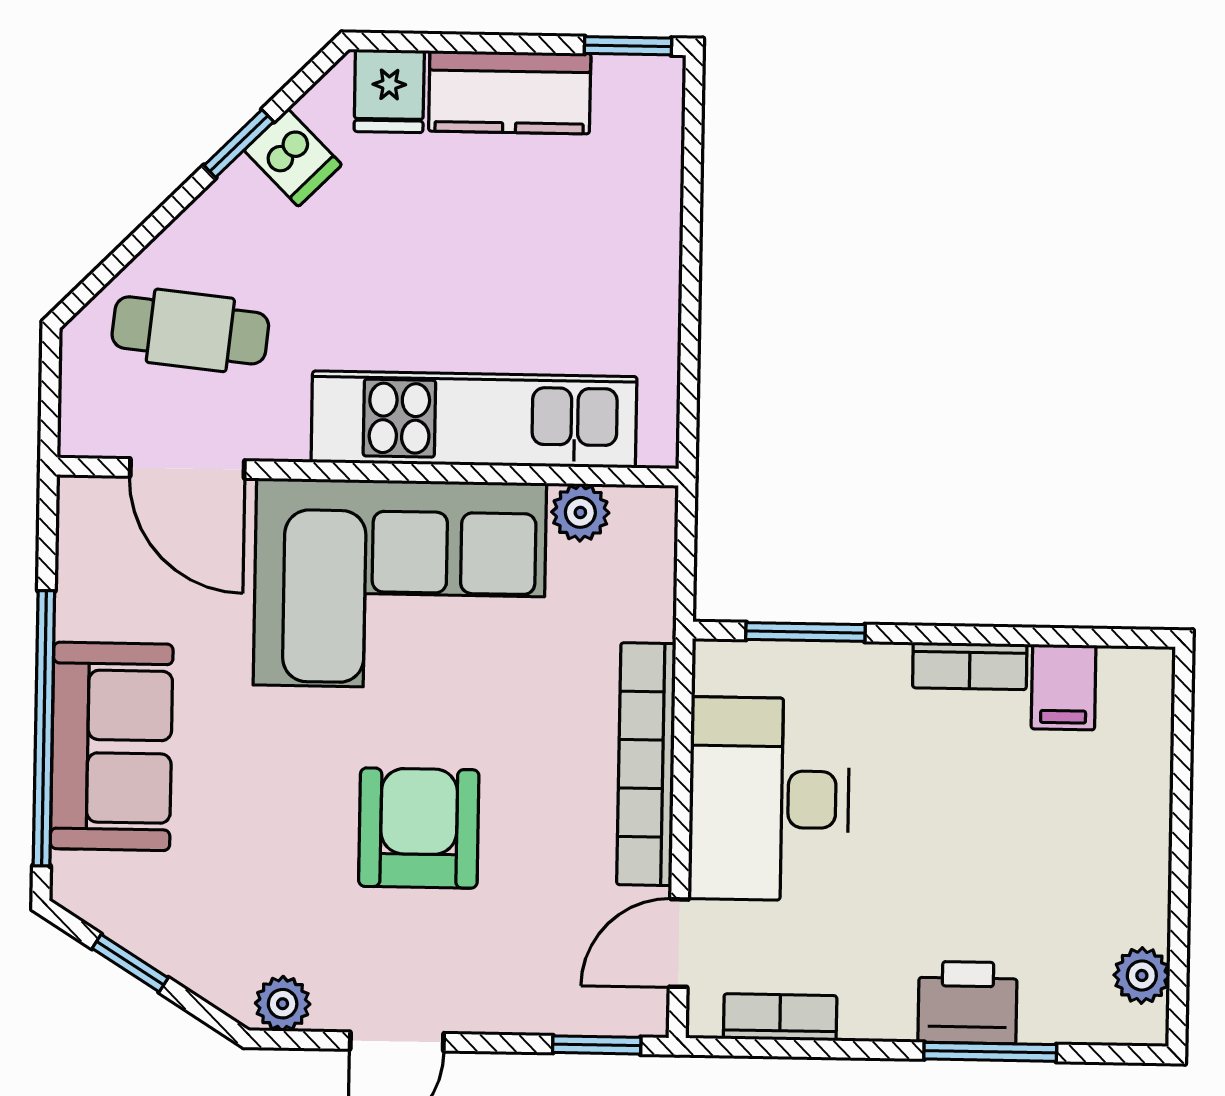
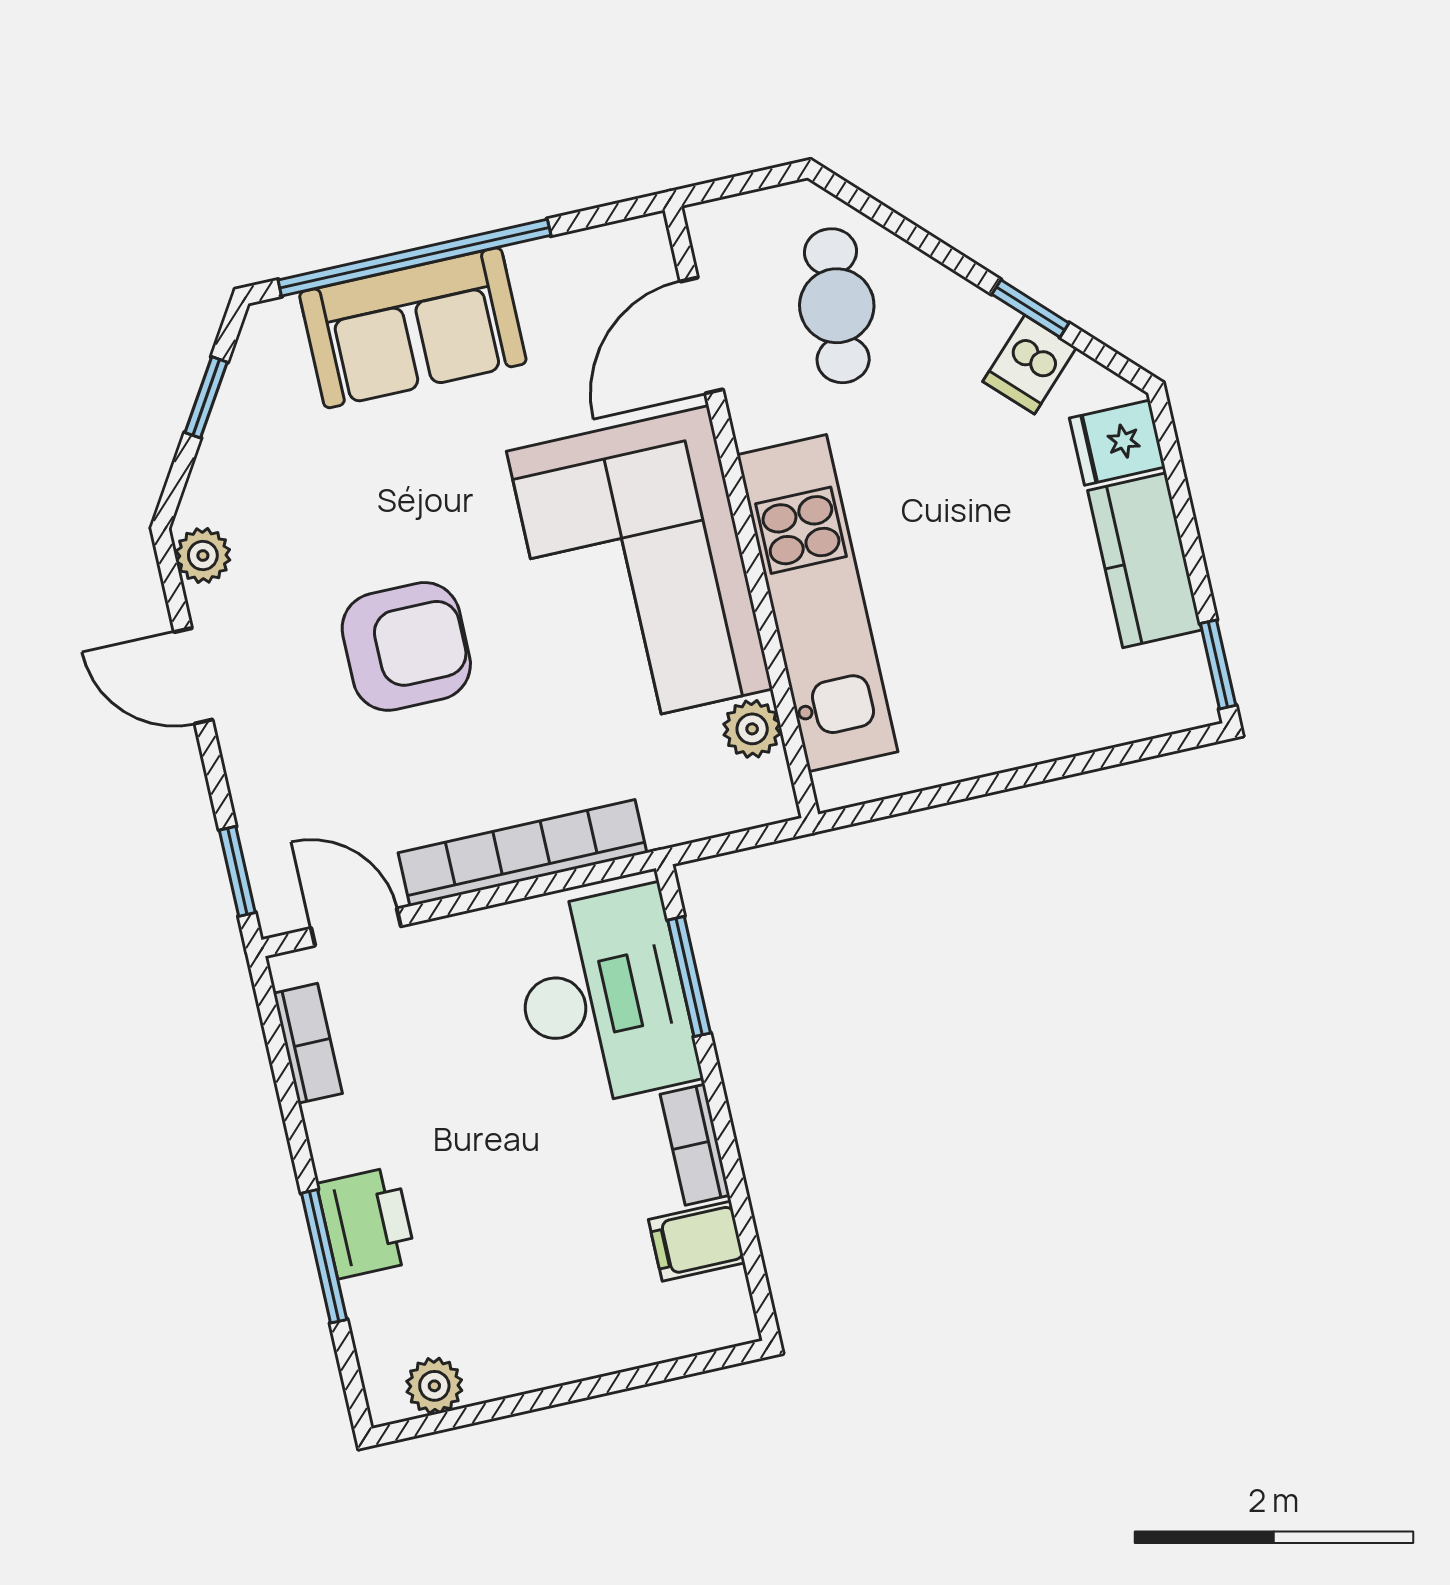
desk: (769, 799) -> (604, 997), moved, turned 90

